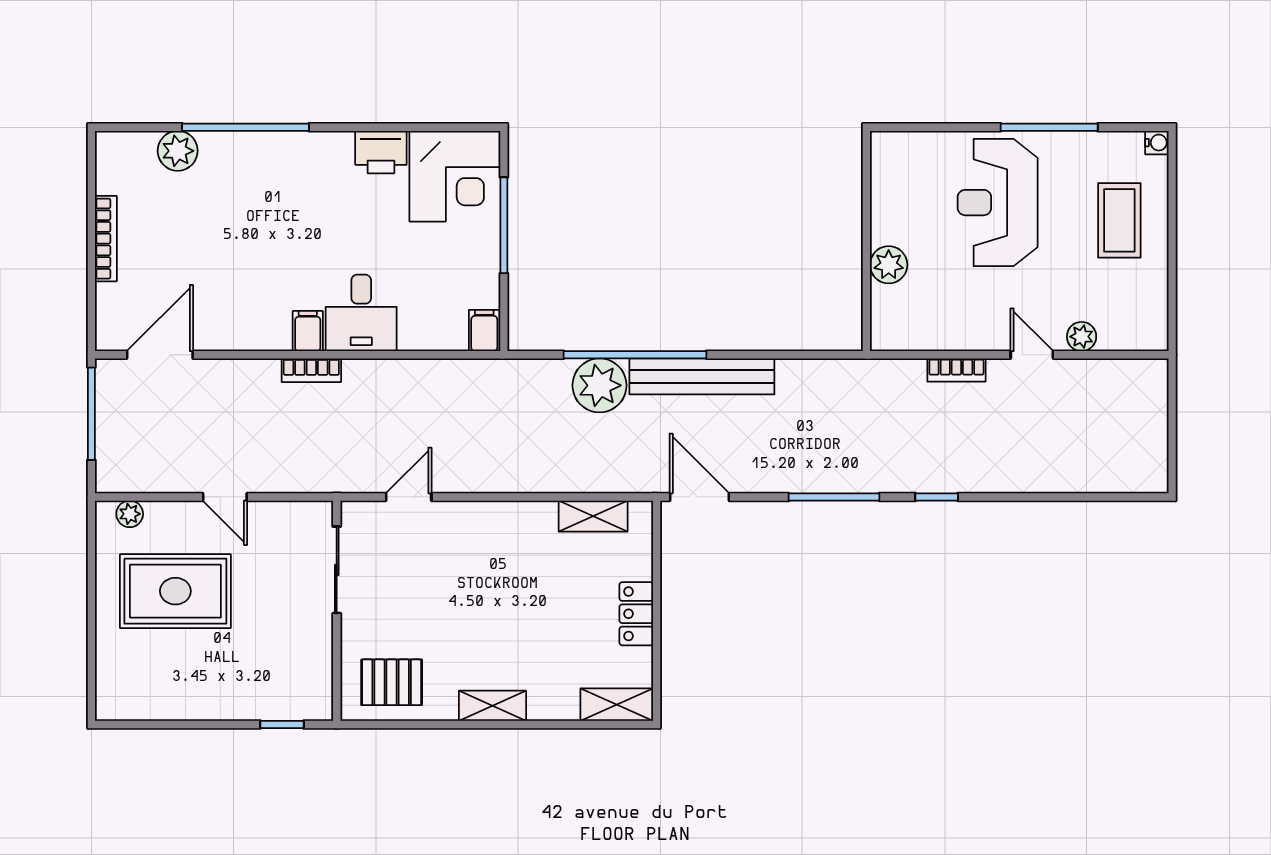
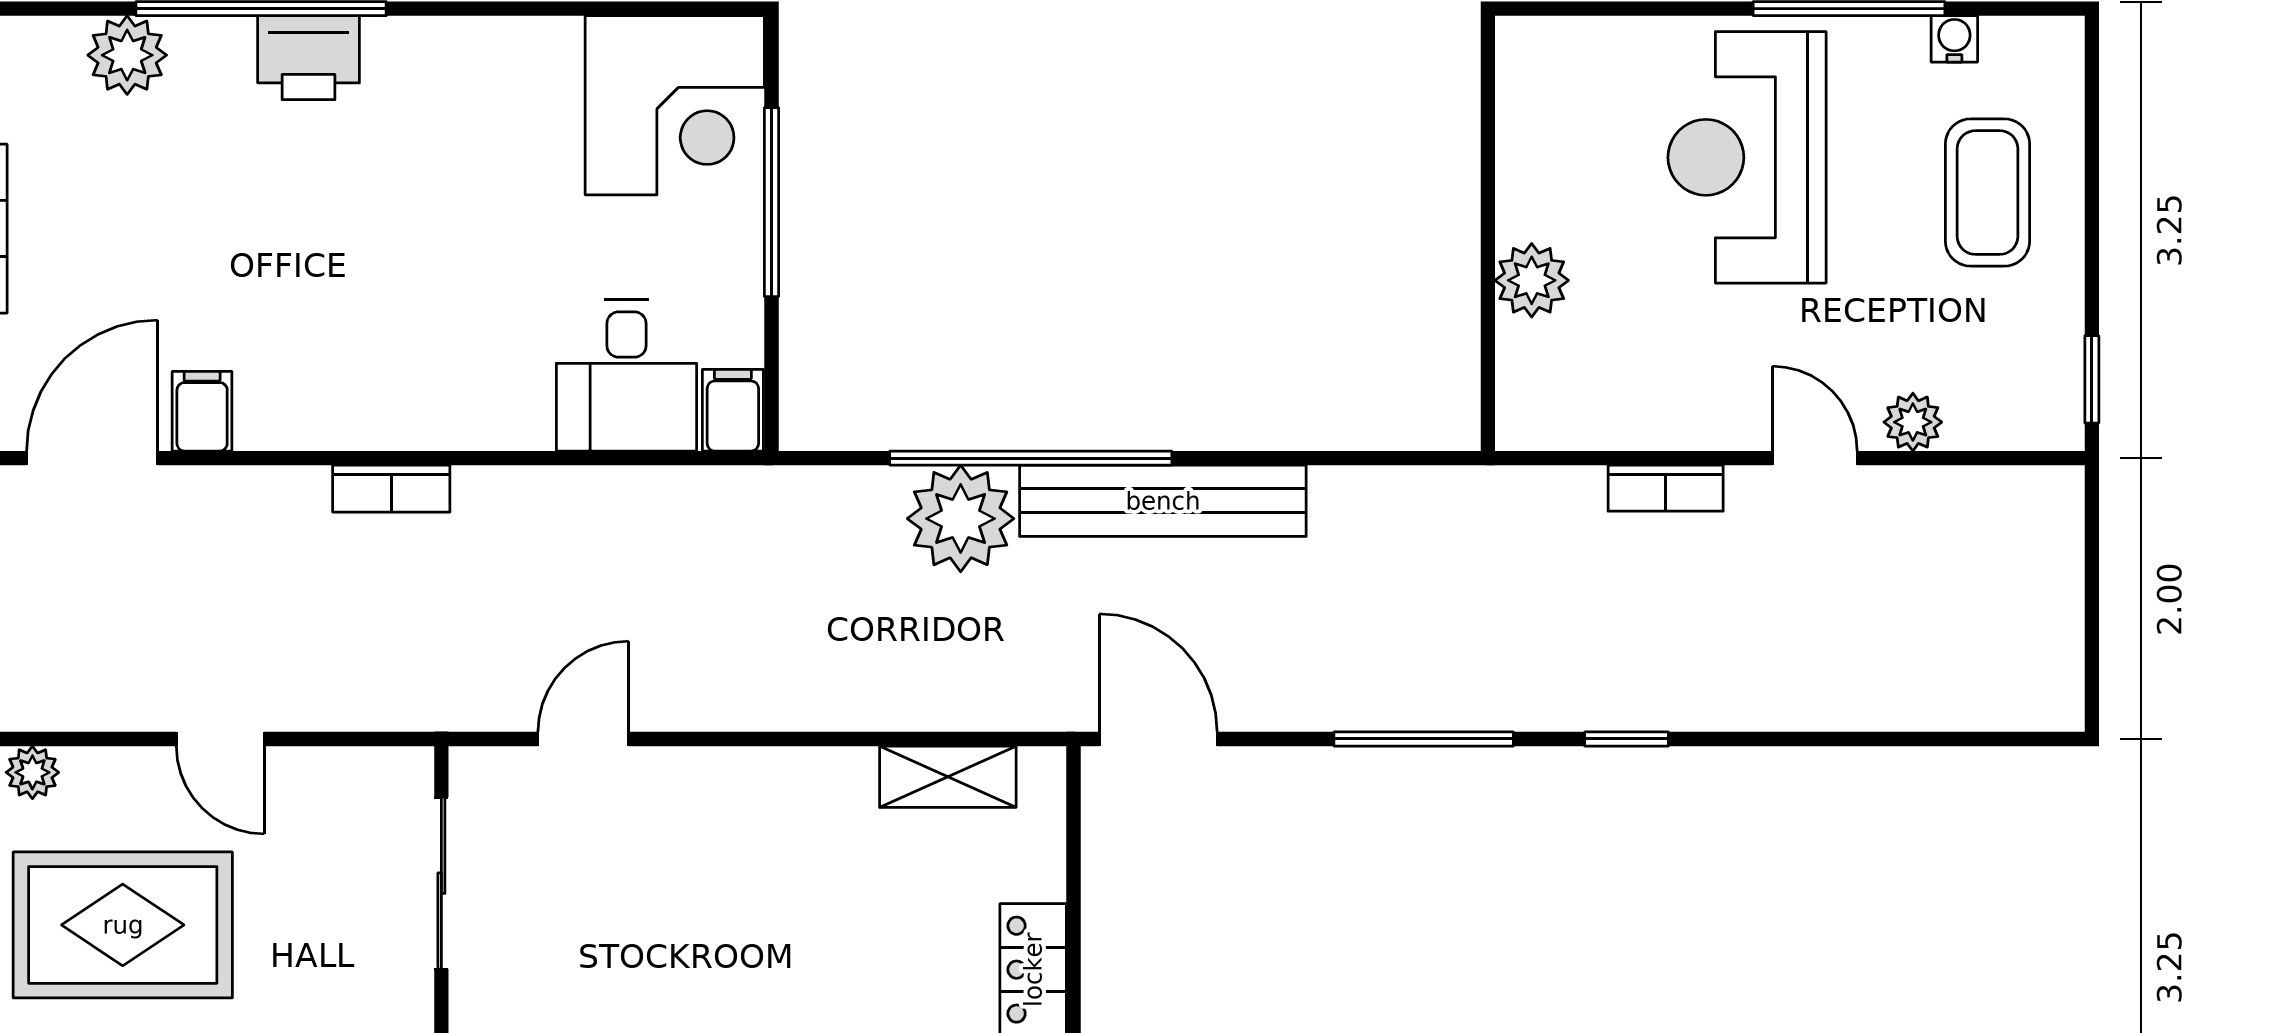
water cooler: (1157, 143) -> (1954, 39), moved, turned -90
printer: (381, 152) -> (309, 58), moved
desk: (361, 313) -> (627, 375), moved
window: (1172, 315) -> (2092, 379), added
filing cabinet: (308, 331) -> (202, 411), moved

